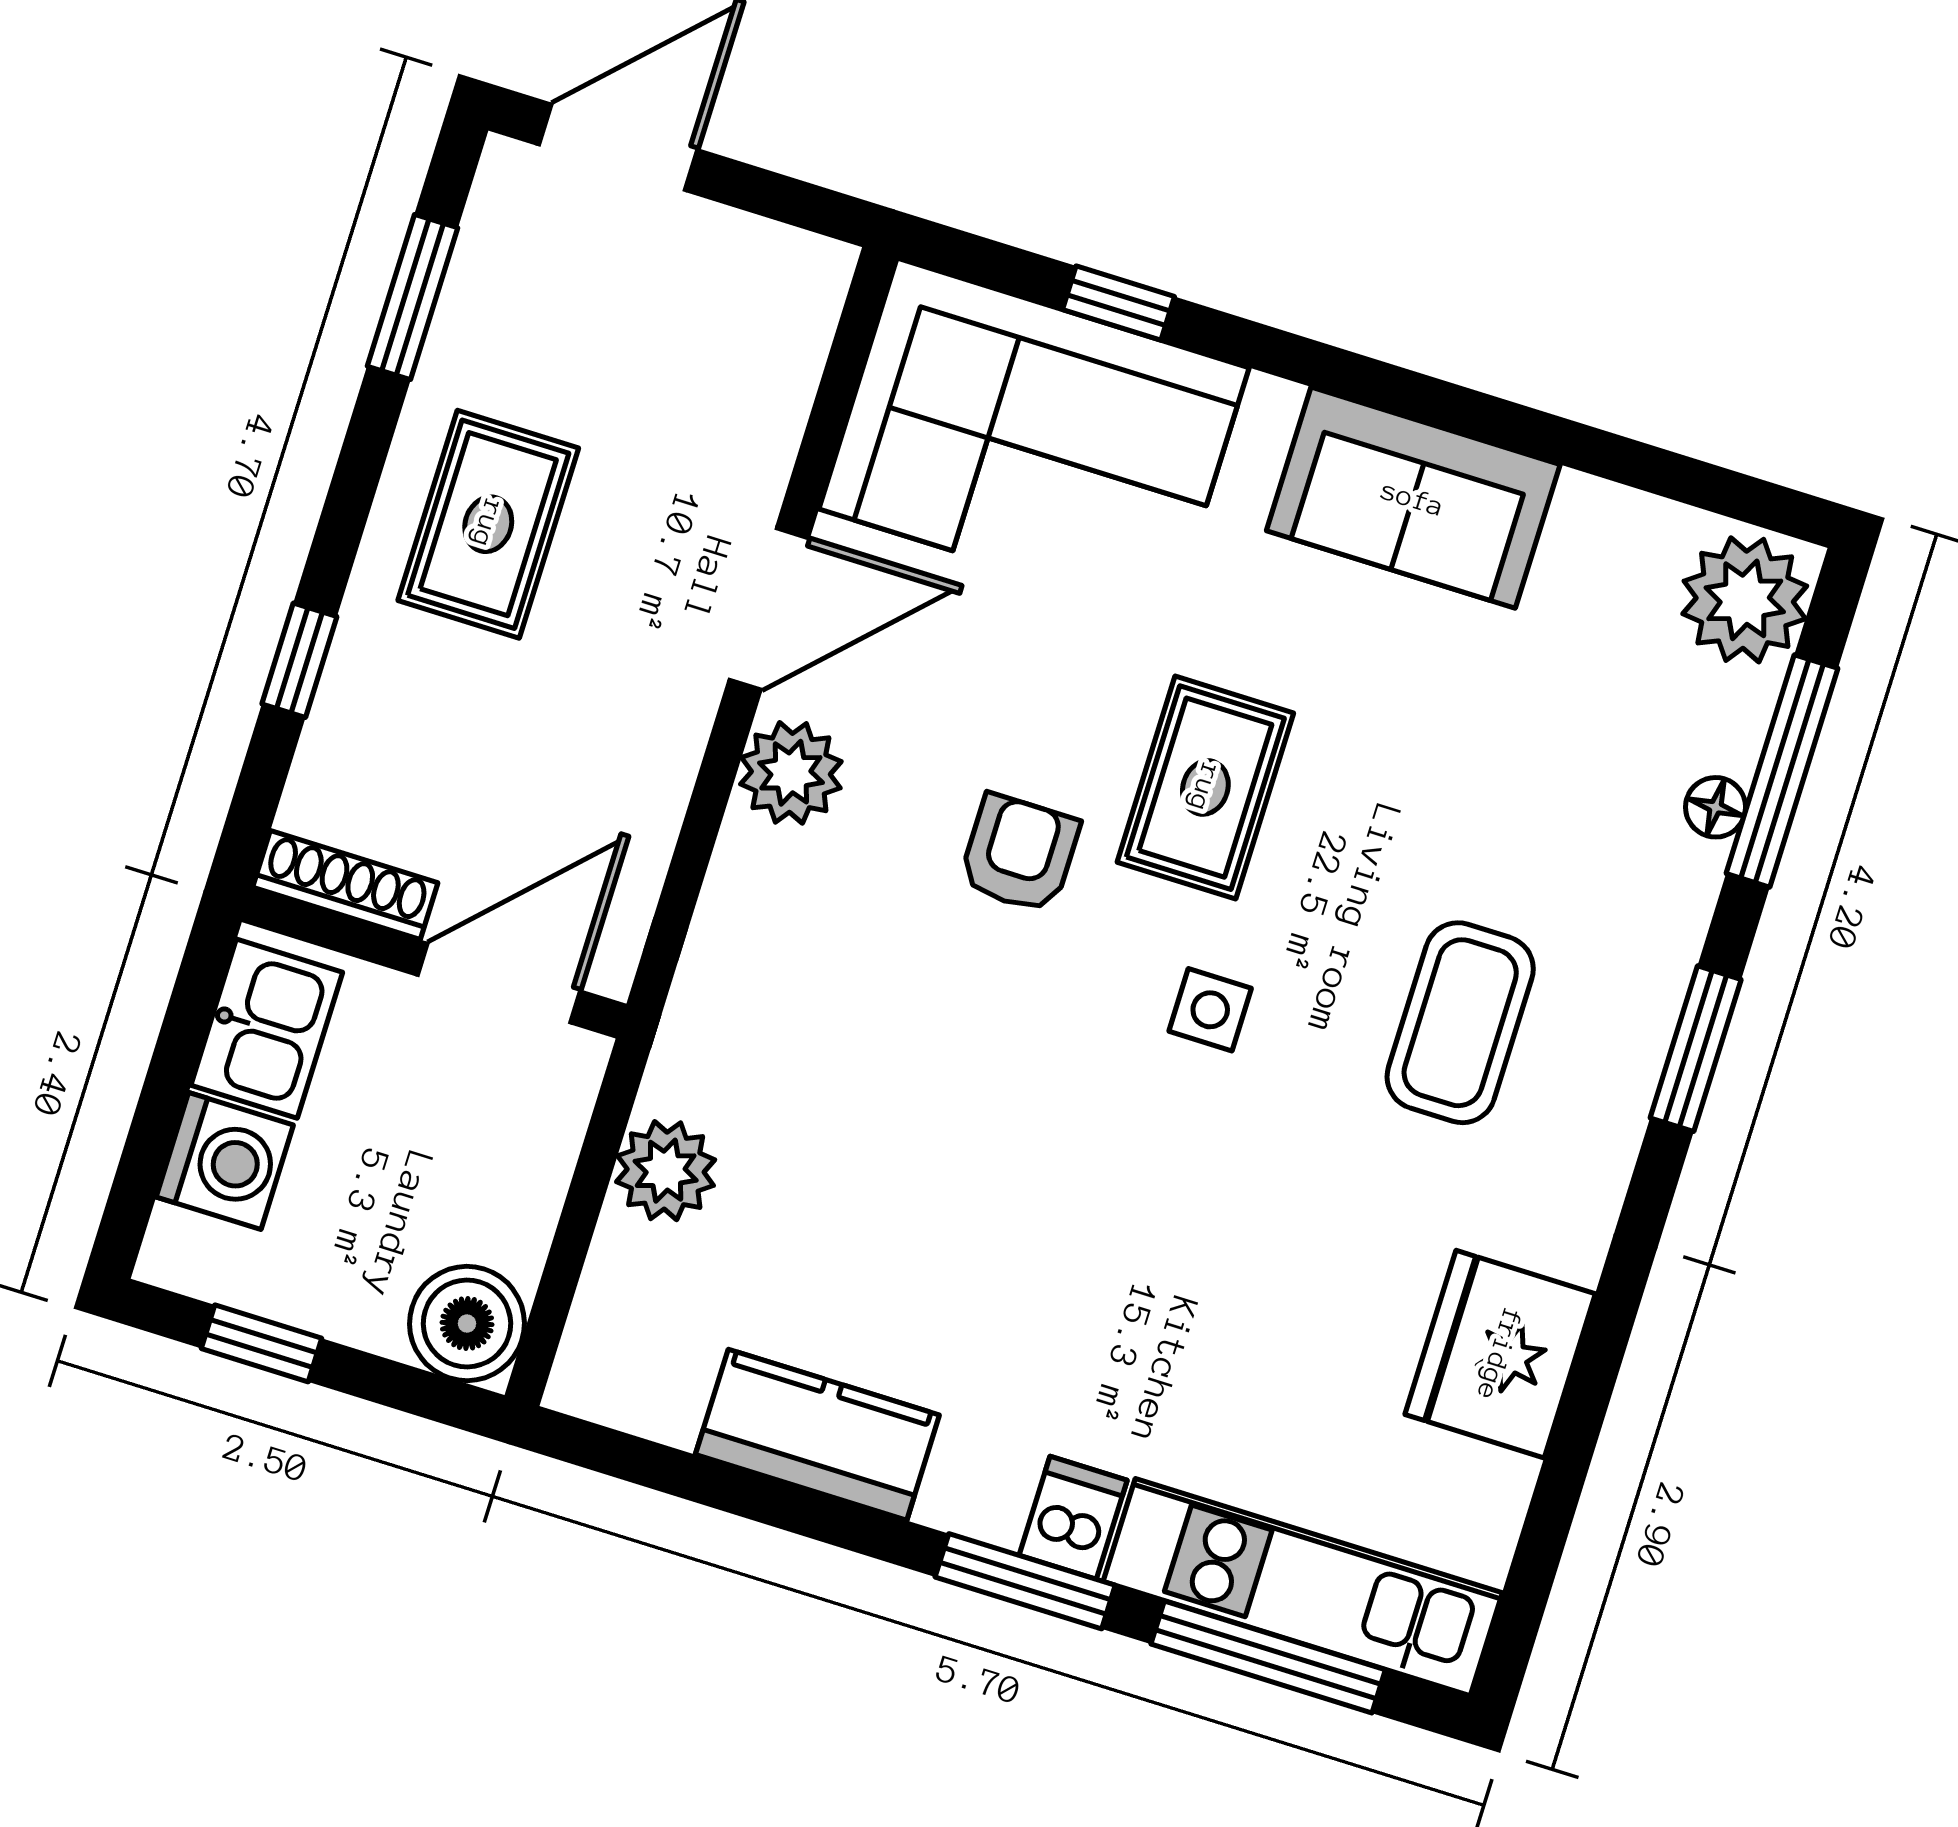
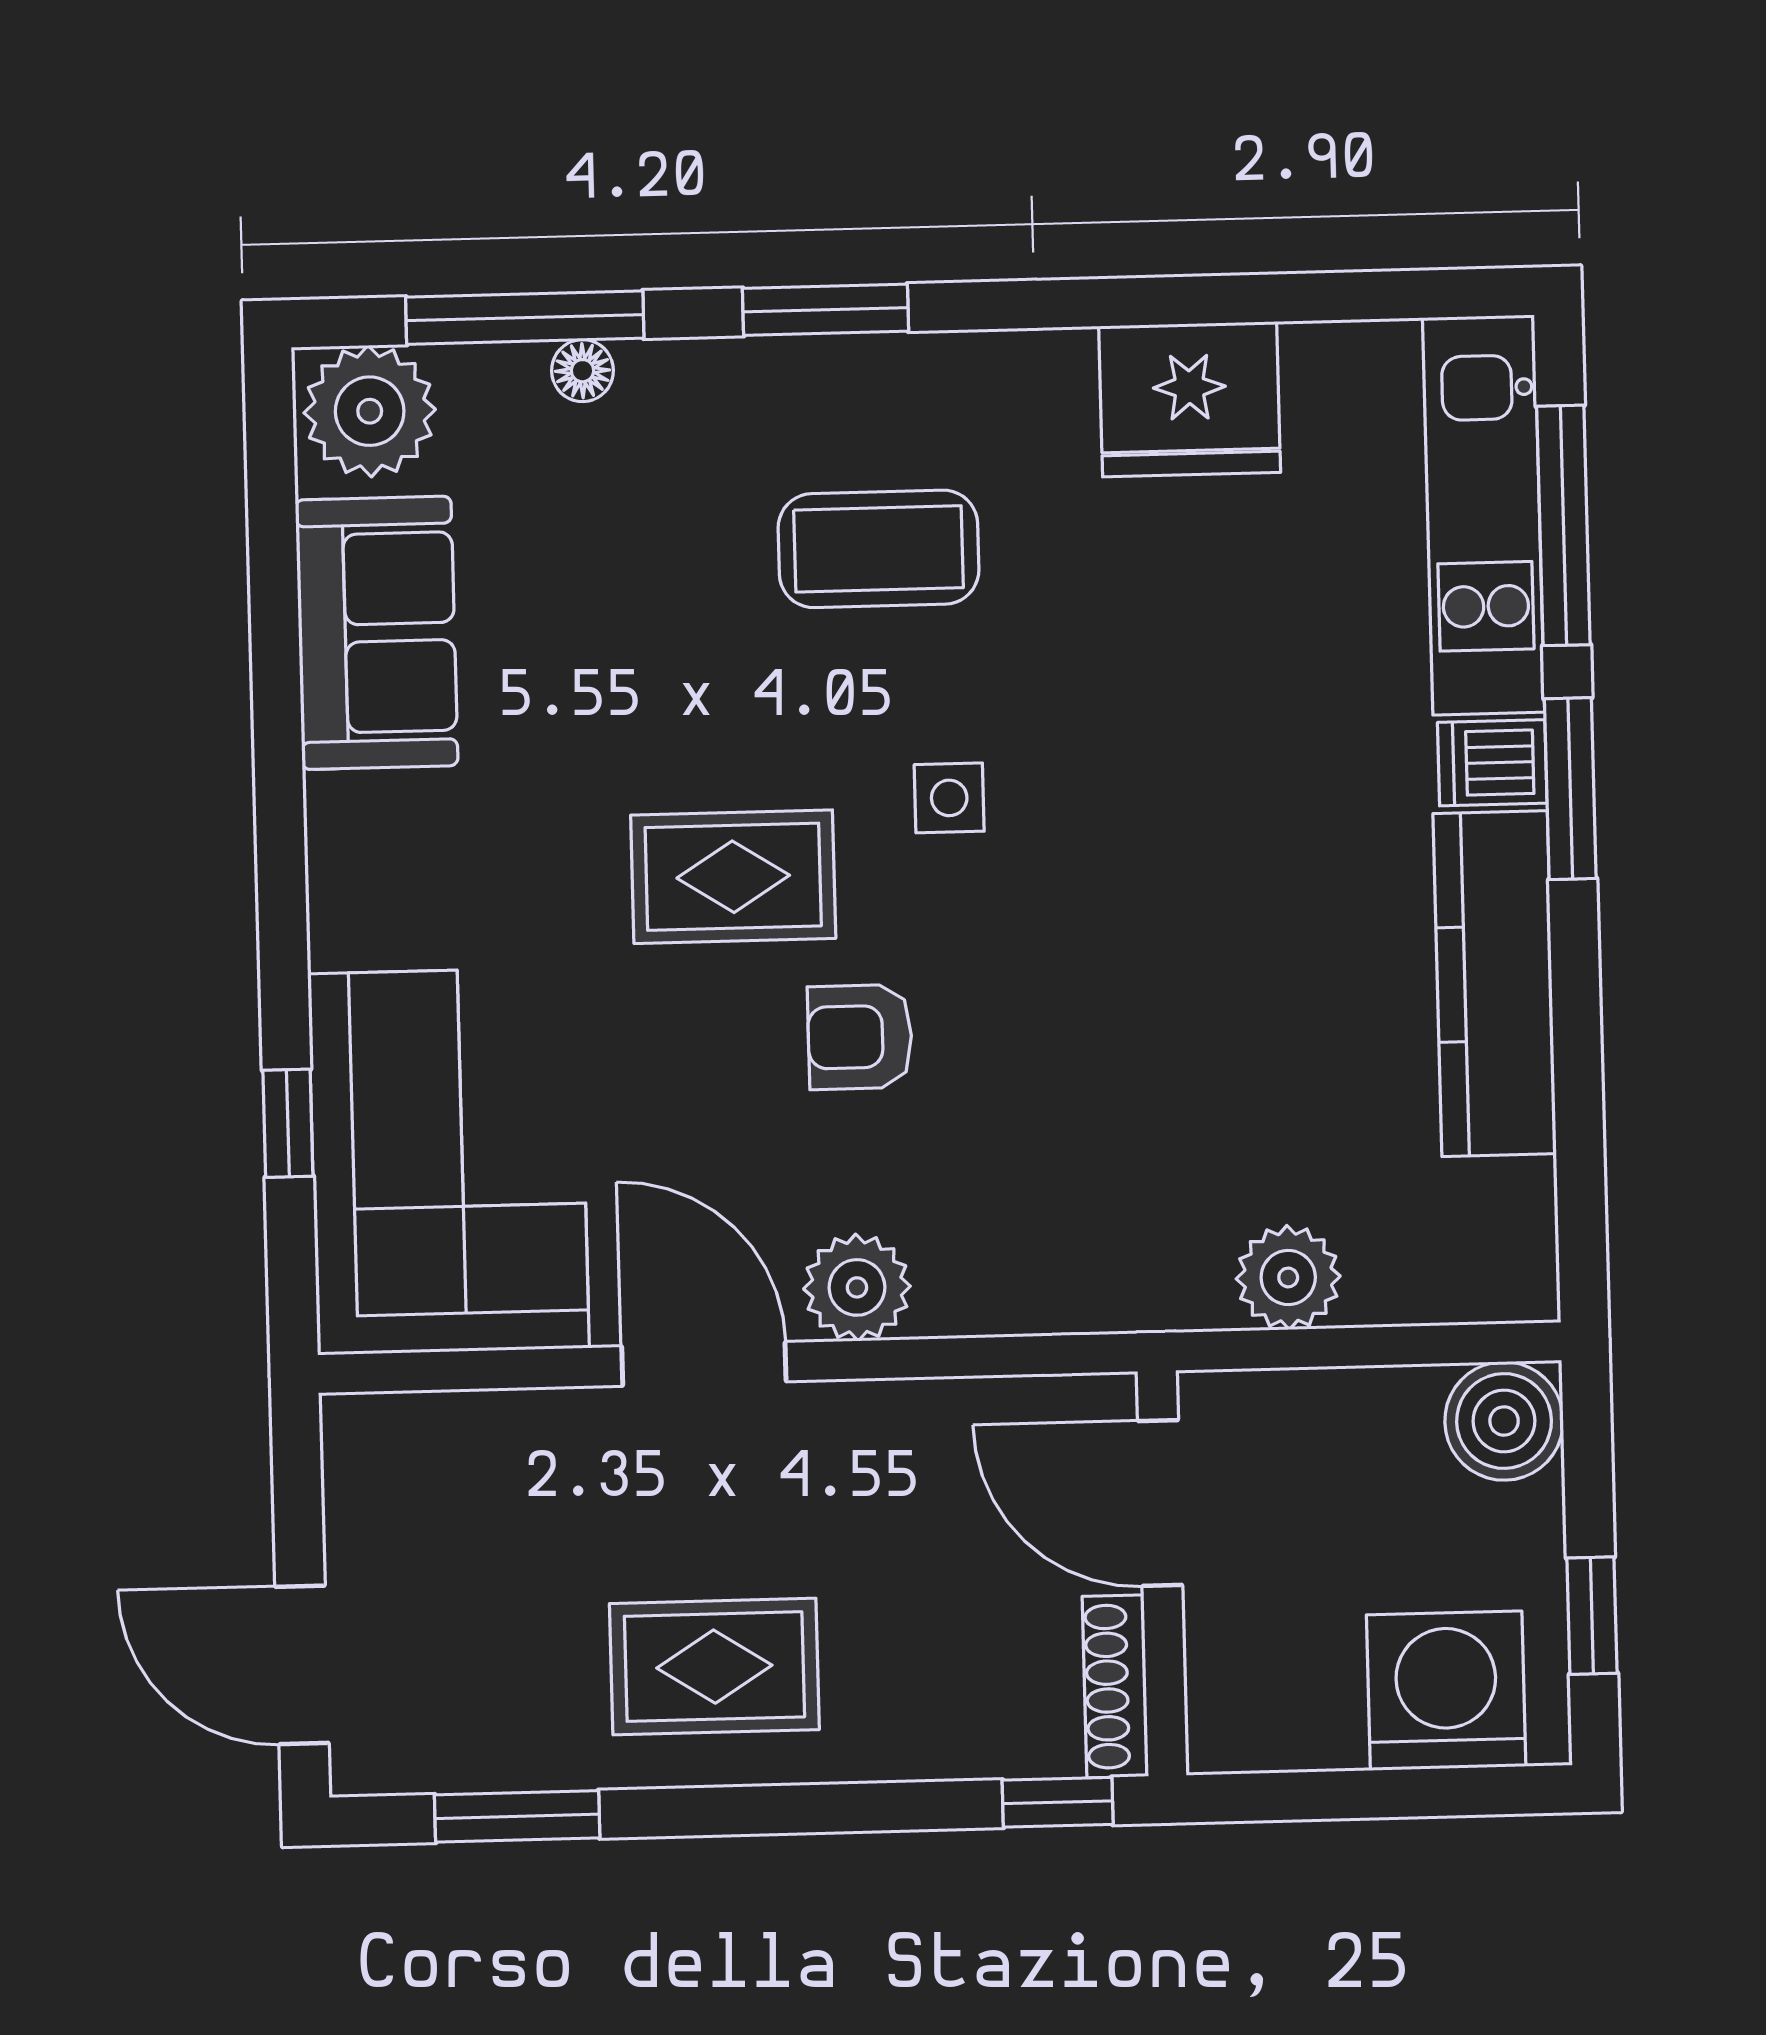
sofa: (1413, 498) -> (377, 633), moved
window: (299, 660) -> (1058, 1802), moved
kitchen sink: (267, 1029) -> (1282, 1715), removed
washing machine: (225, 1161) -> (1446, 1691), width x1.37, depth x1.37
kitchen counter: (817, 1435) -> (1495, 984), width x1.50

